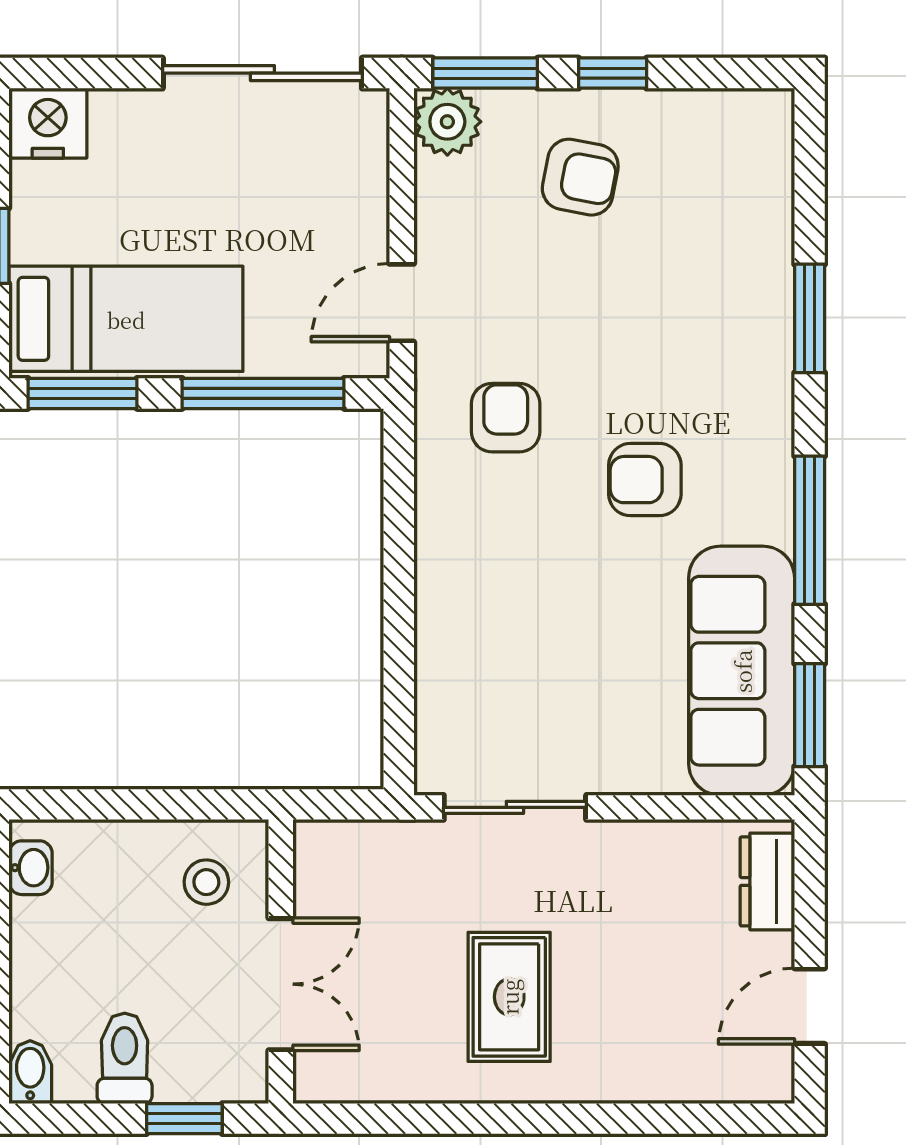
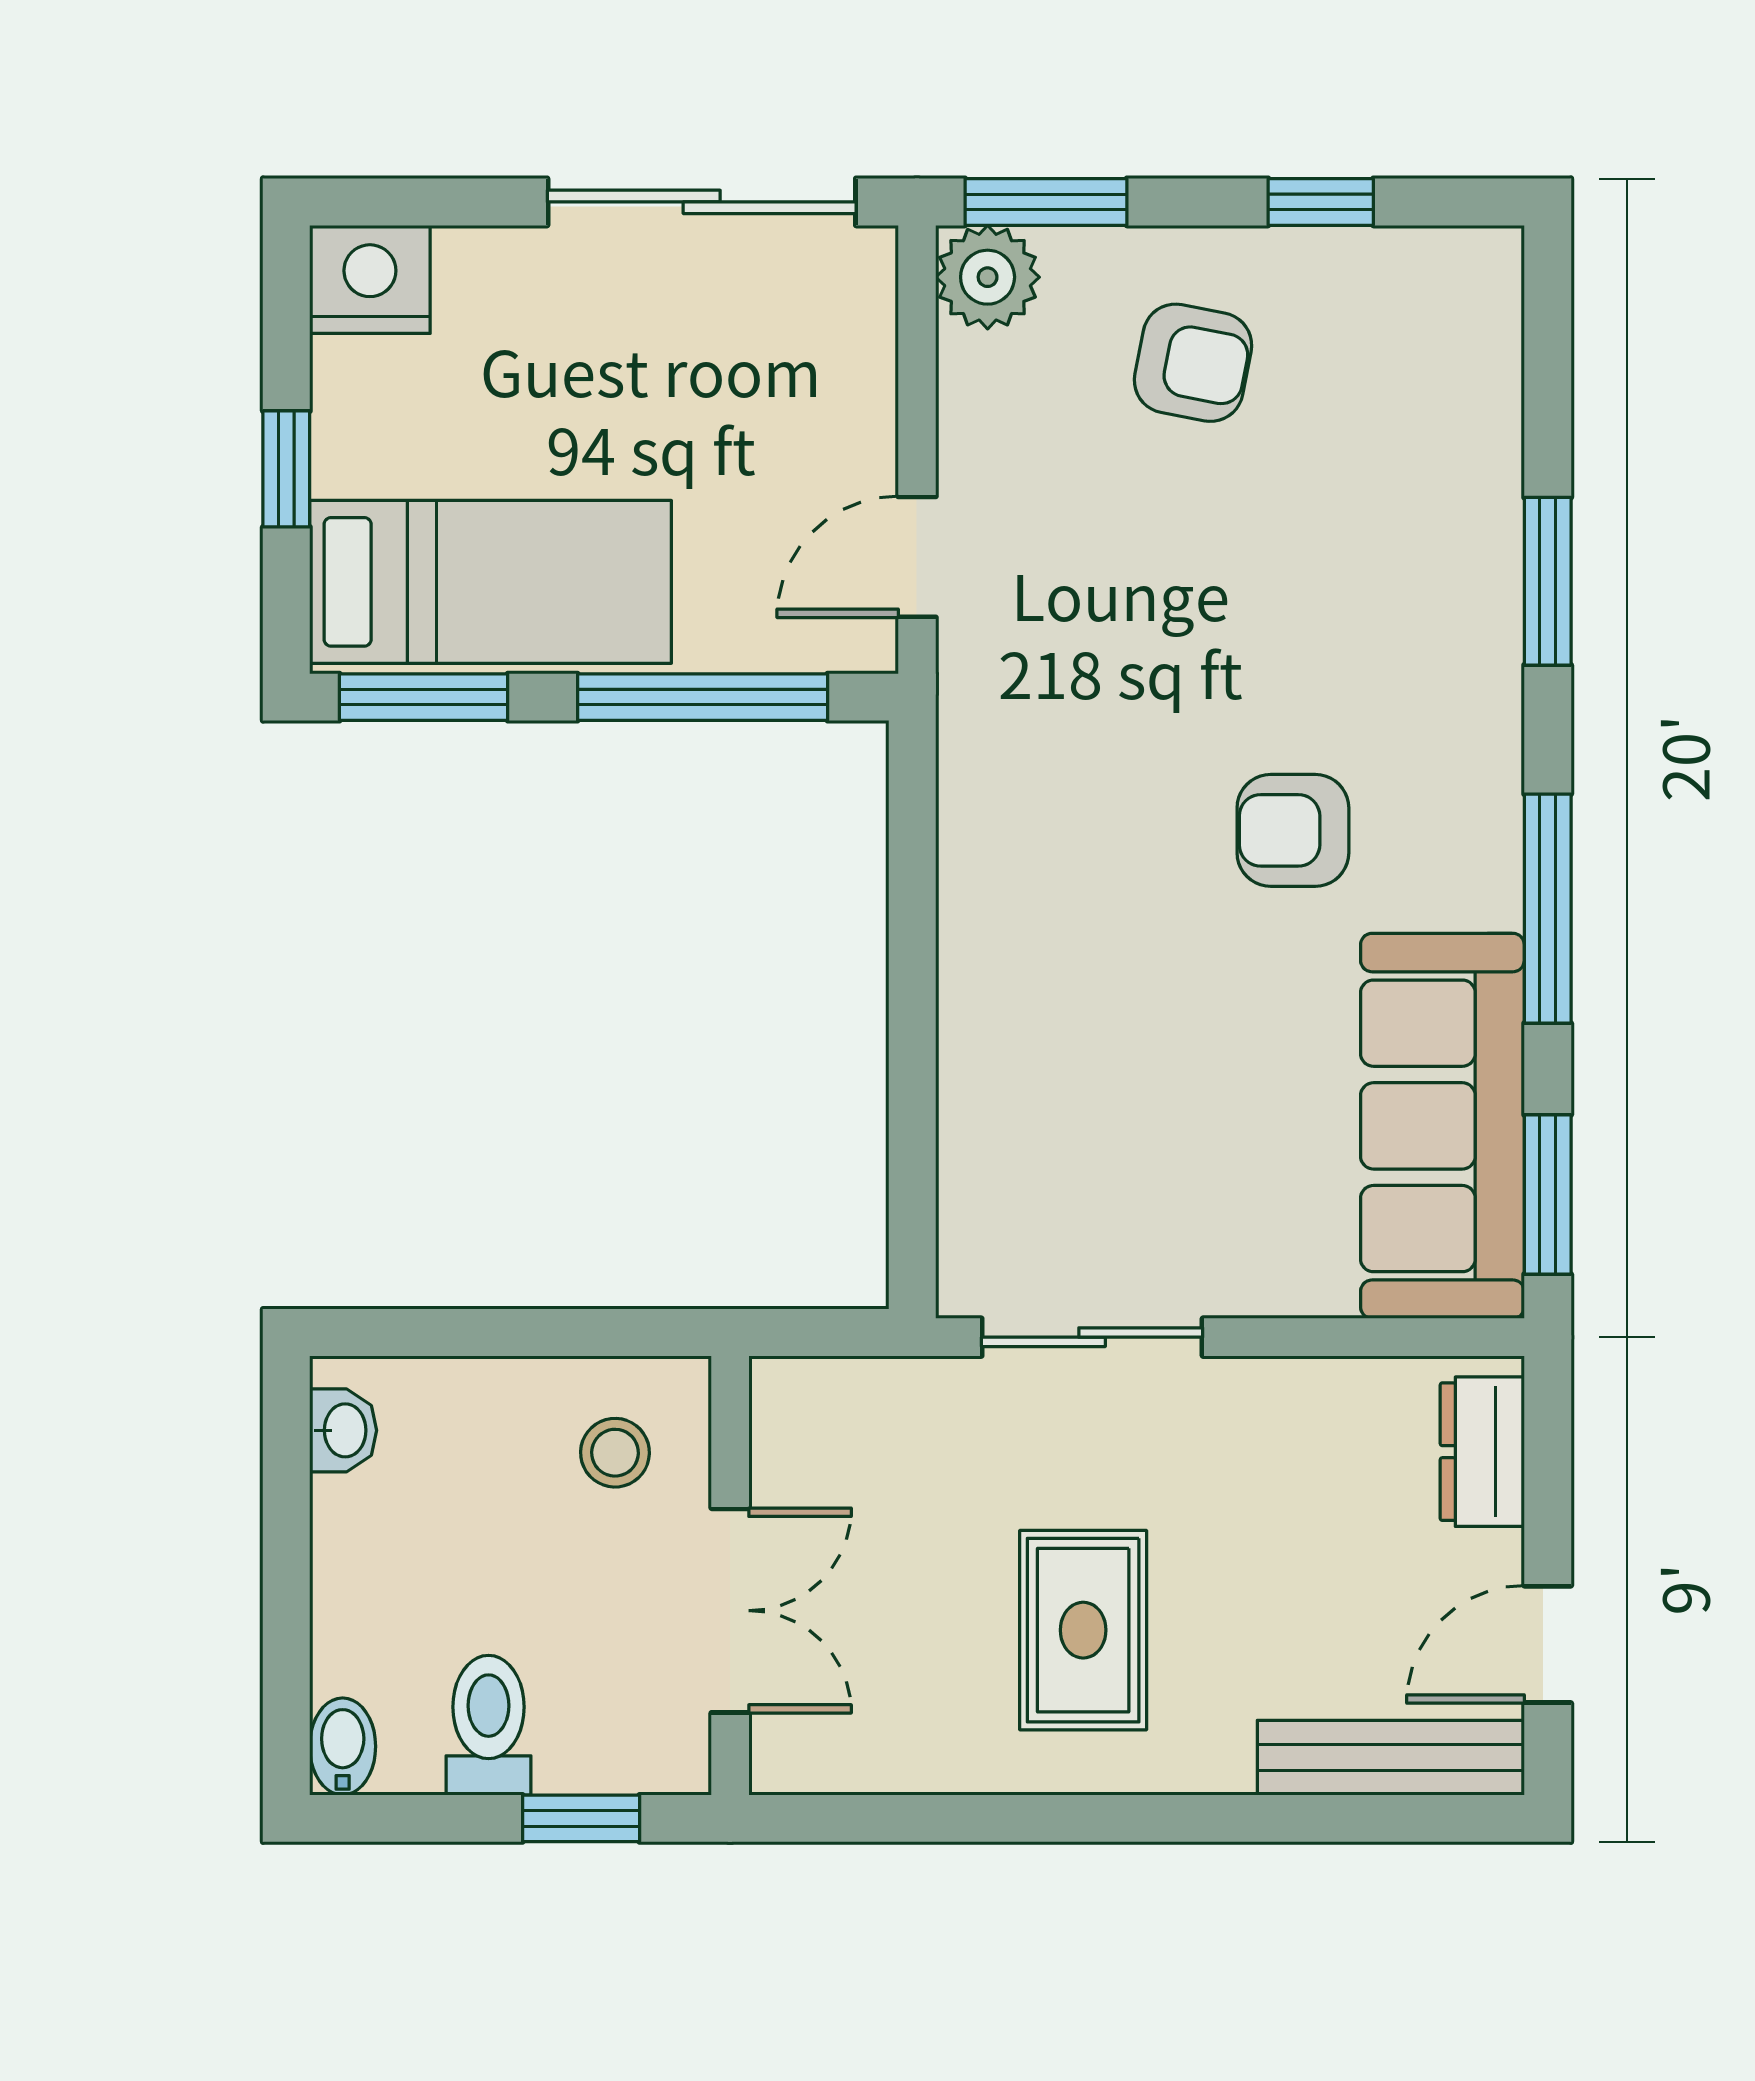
window: (613, 73) -> (1321, 202), moved
armchair: (506, 418) -> (1078, 735), removed
bench: (708, 1079) -> (1391, 1758), added

